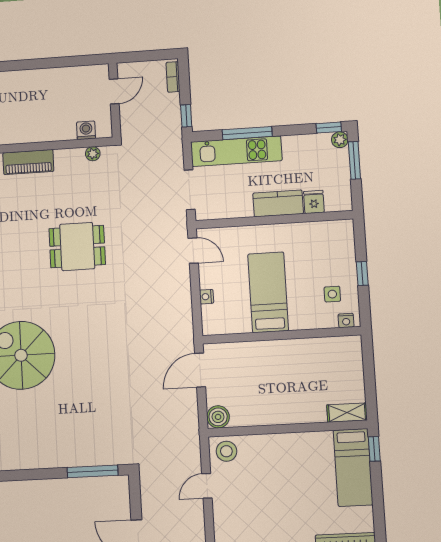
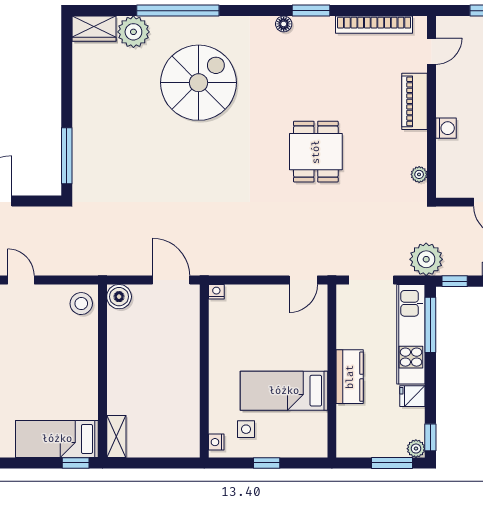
washing machine: (86, 130) -> (446, 128), moved
window: (247, 133) -> (430, 325), moved
plant: (168, 142) -> (426, 259), added
fridge: (314, 202) -> (412, 396), moved, turned 180
bed: (268, 292) -> (284, 391), moved, turned 180
nightstand: (207, 297) -> (216, 292), moved
door: (207, 486) -> (21, 280), moved

